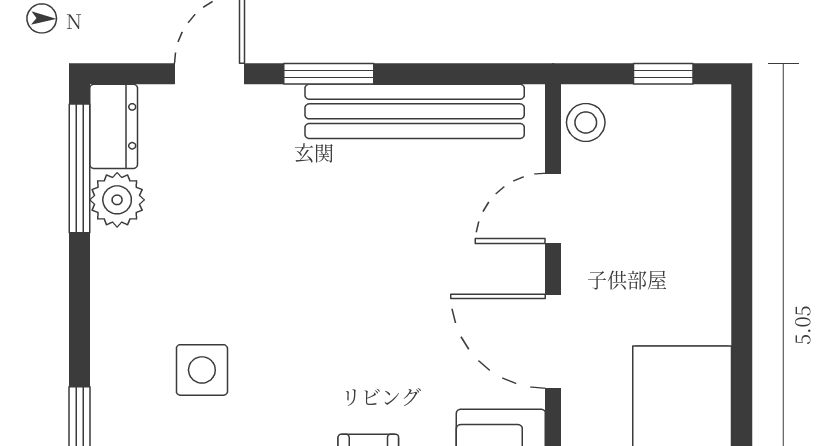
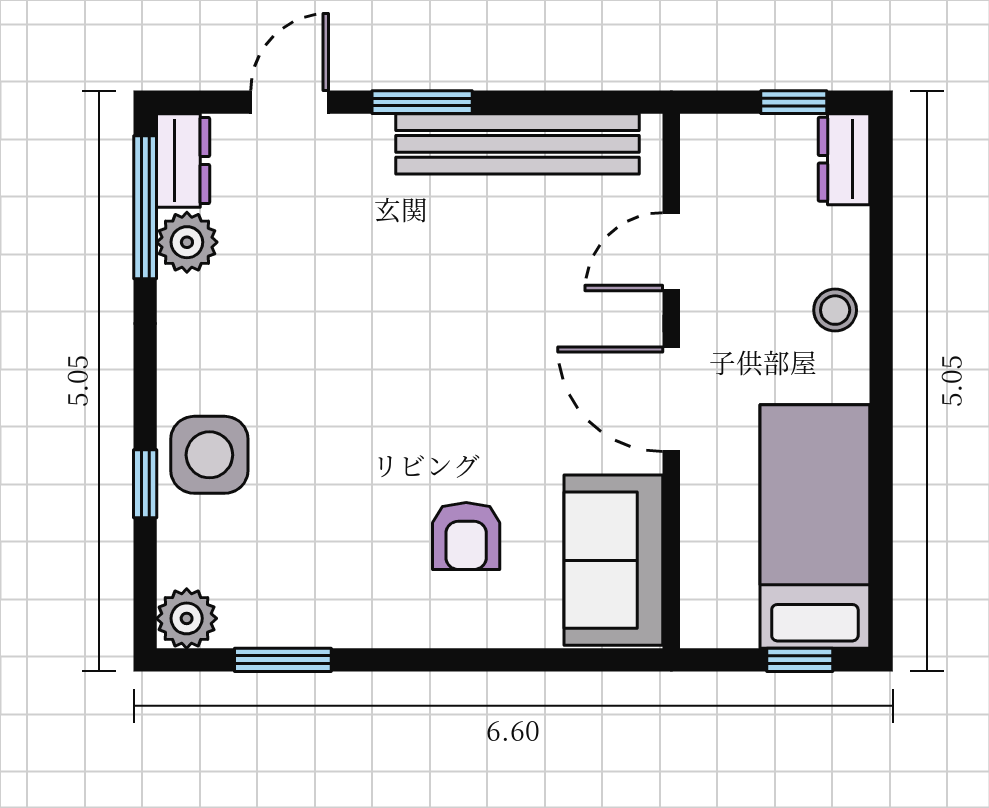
stool: (586, 122) -> (835, 310), moved
dresser: (708, 125) -> (844, 159), added
side table: (202, 370) -> (209, 455), moved, width x1.37, depth x1.37

